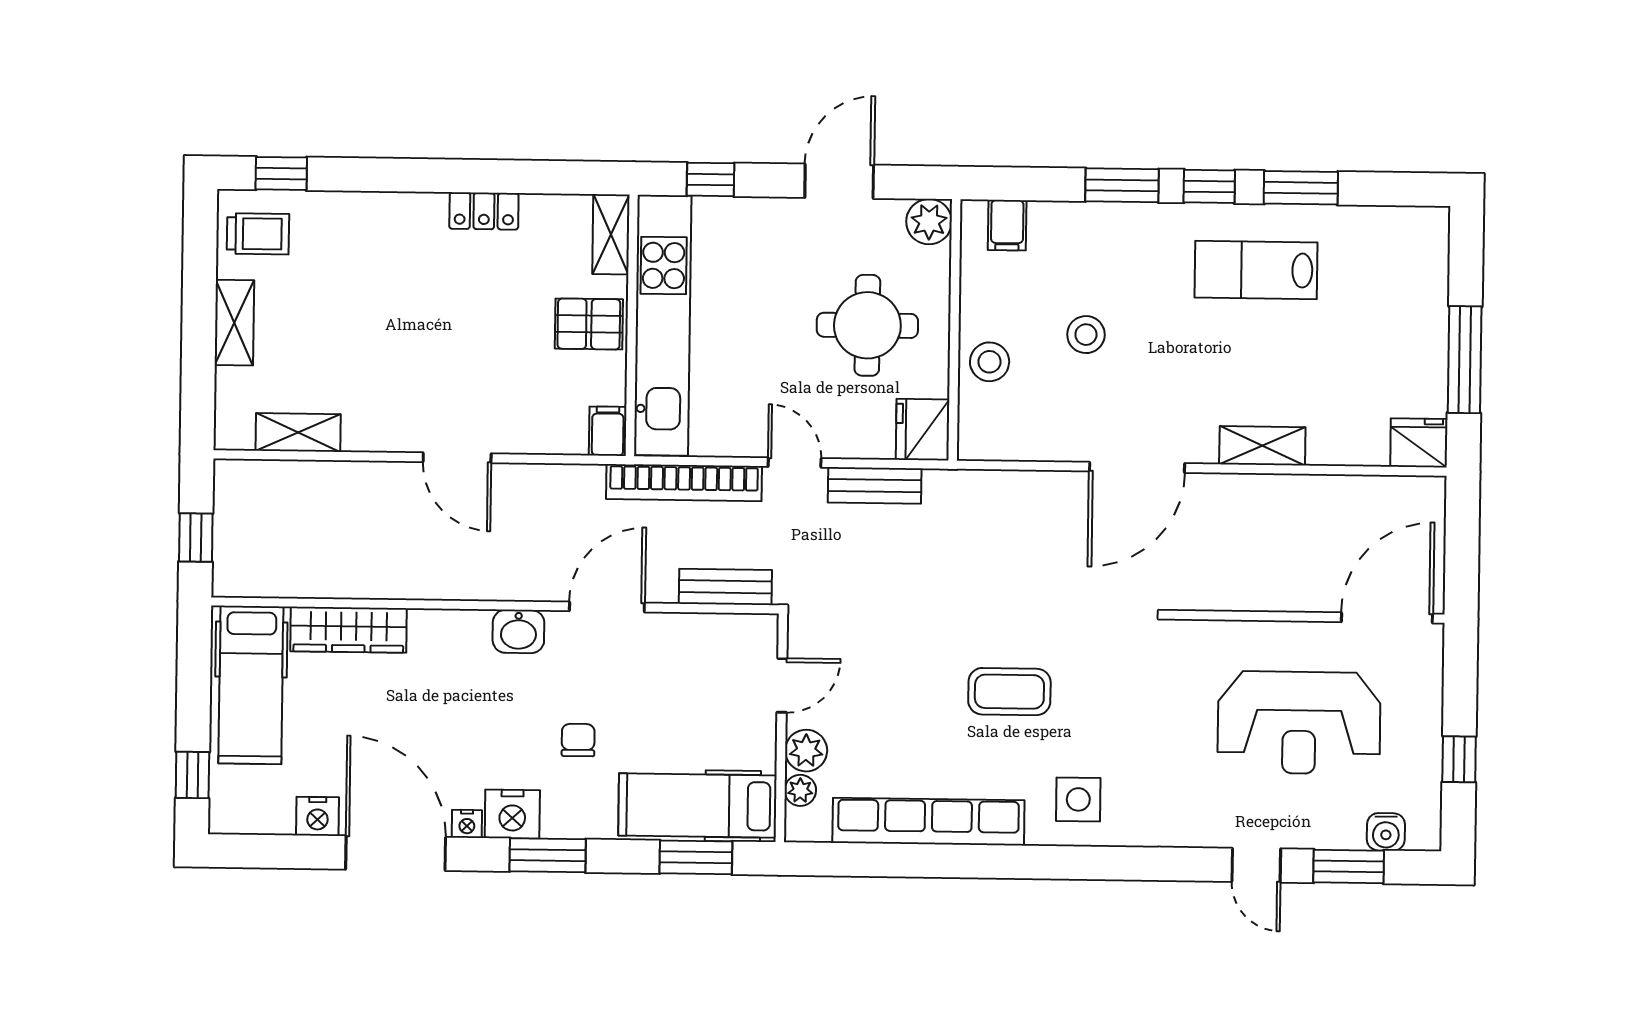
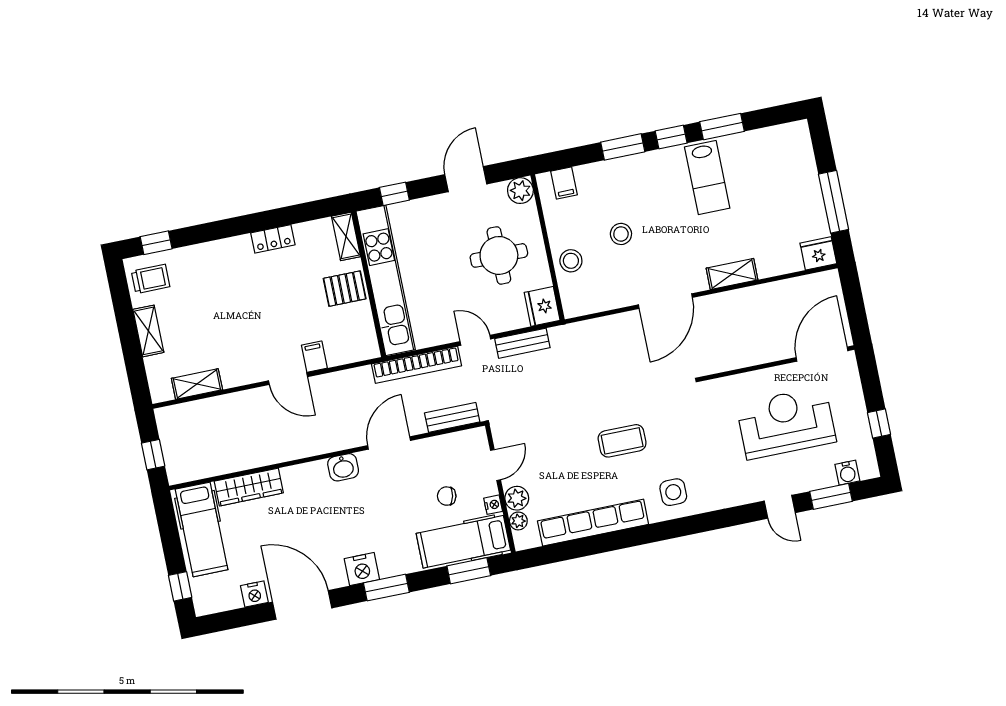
lab bench: (1256, 270) -> (707, 178), turned -90
filing cabinet: (608, 431) -> (314, 357), moved
reception desk: (1299, 723) -> (786, 423), turned 180
chair: (578, 740) -> (447, 496), moved, turned -77
nightstand: (467, 824) -> (493, 505), moved, turned -90

